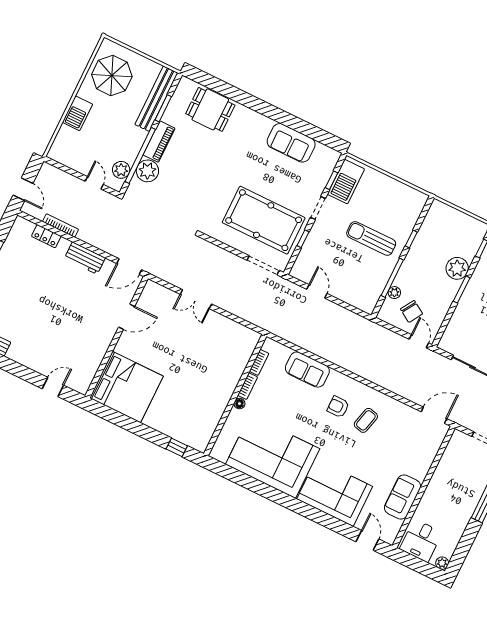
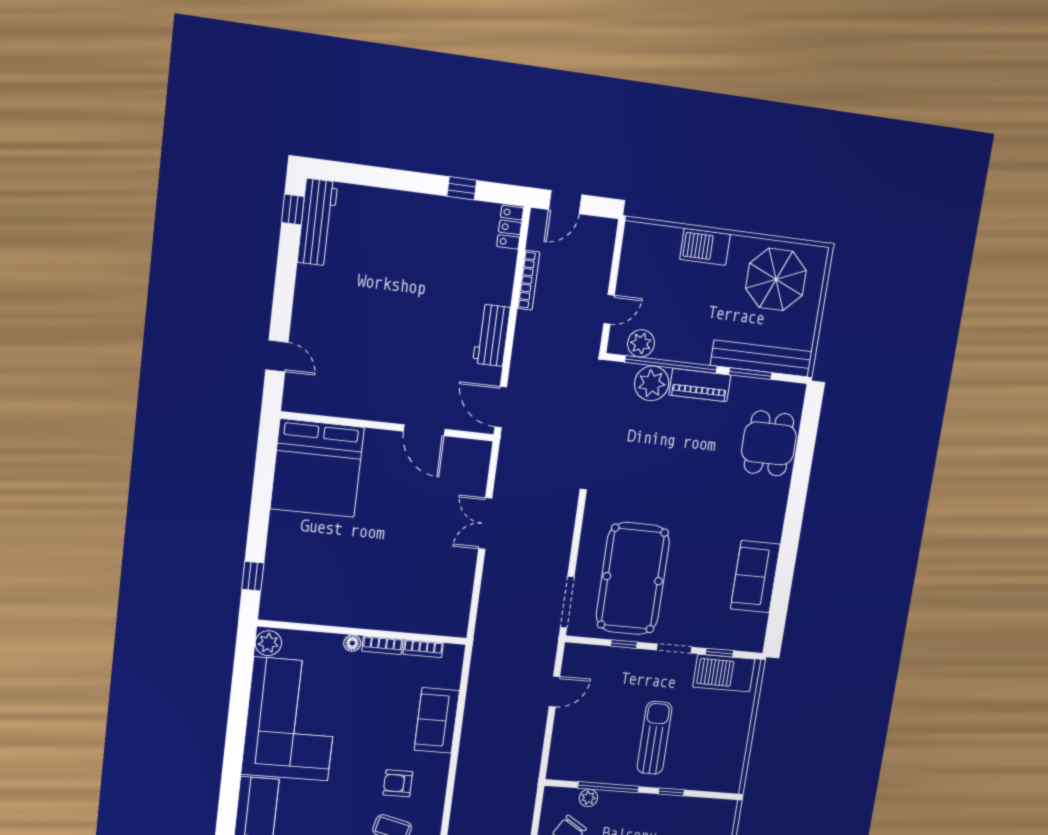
locker: (46, 236) -> (510, 227), moved
armchair: (338, 407) -> (398, 783), turned -90
plant: (221, 453) -> (268, 643), added

